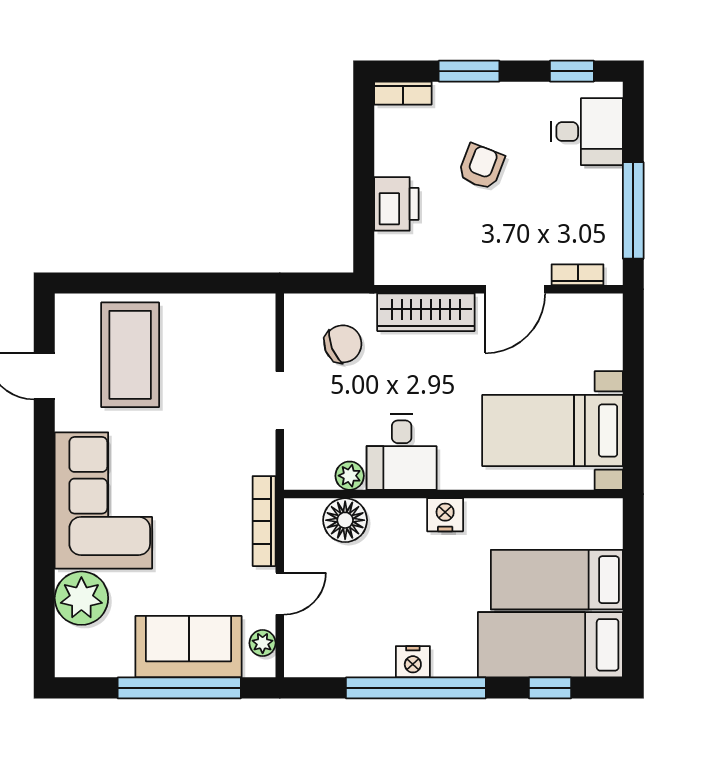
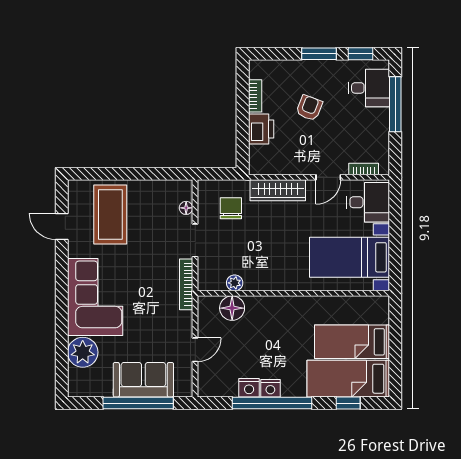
window: (469, 71) -> (319, 54), moved
bookcase: (403, 93) -> (255, 96), moved, turned -90
window: (633, 210) -> (395, 104), moved
door: (515, 289) -> (328, 177), width x0.73
floor lamp: (264, 343) -> (186, 208), added
chair: (343, 344) -> (231, 208), turned -68
desk: (402, 452) -> (368, 202), moved, turned -90
nightstand: (445, 515) -> (249, 388), moved, turned 180
bookcase: (264, 521) -> (186, 284), moved
plant: (263, 643) -> (185, 378), removed

